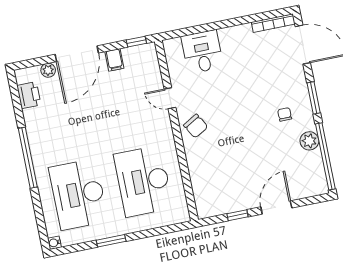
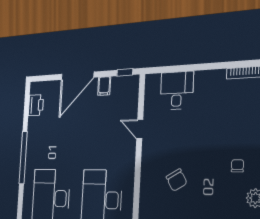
plant: (48, 70) -> (54, 86), removed
chair: (196, 126) -> (177, 180), moved

